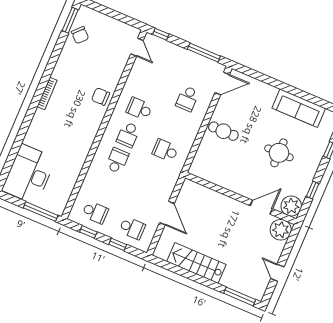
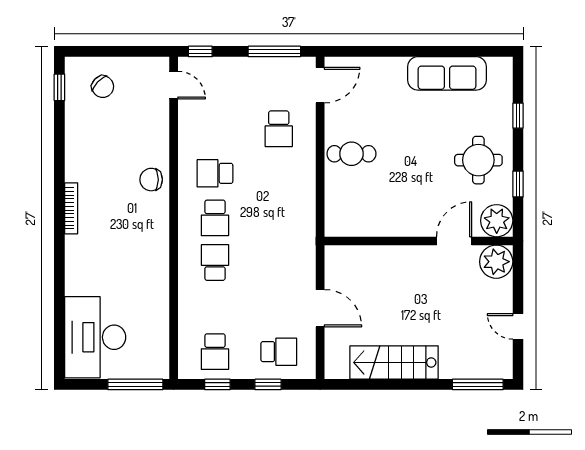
window: (70, 20) -> (59, 87), width x0.67
chair: (80, 35) -> (103, 87), moved
school desk: (165, 150) -> (279, 218), removed
round table: (279, 153) -> (478, 160), moved
school desk: (95, 212) -> (215, 352), turned 90

